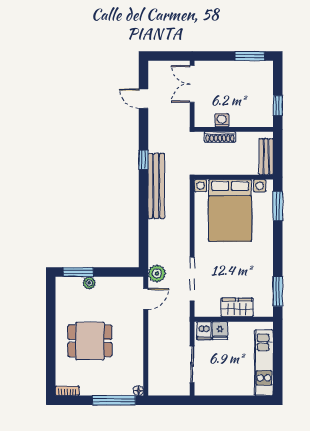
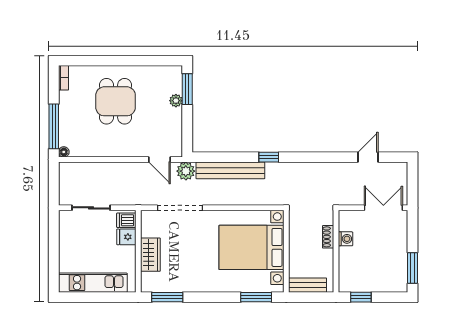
shoe rack: (220, 137) -> (328, 237), width x0.70
window: (143, 160) -> (269, 157), moved
bench: (156, 186) -> (230, 170), moved

